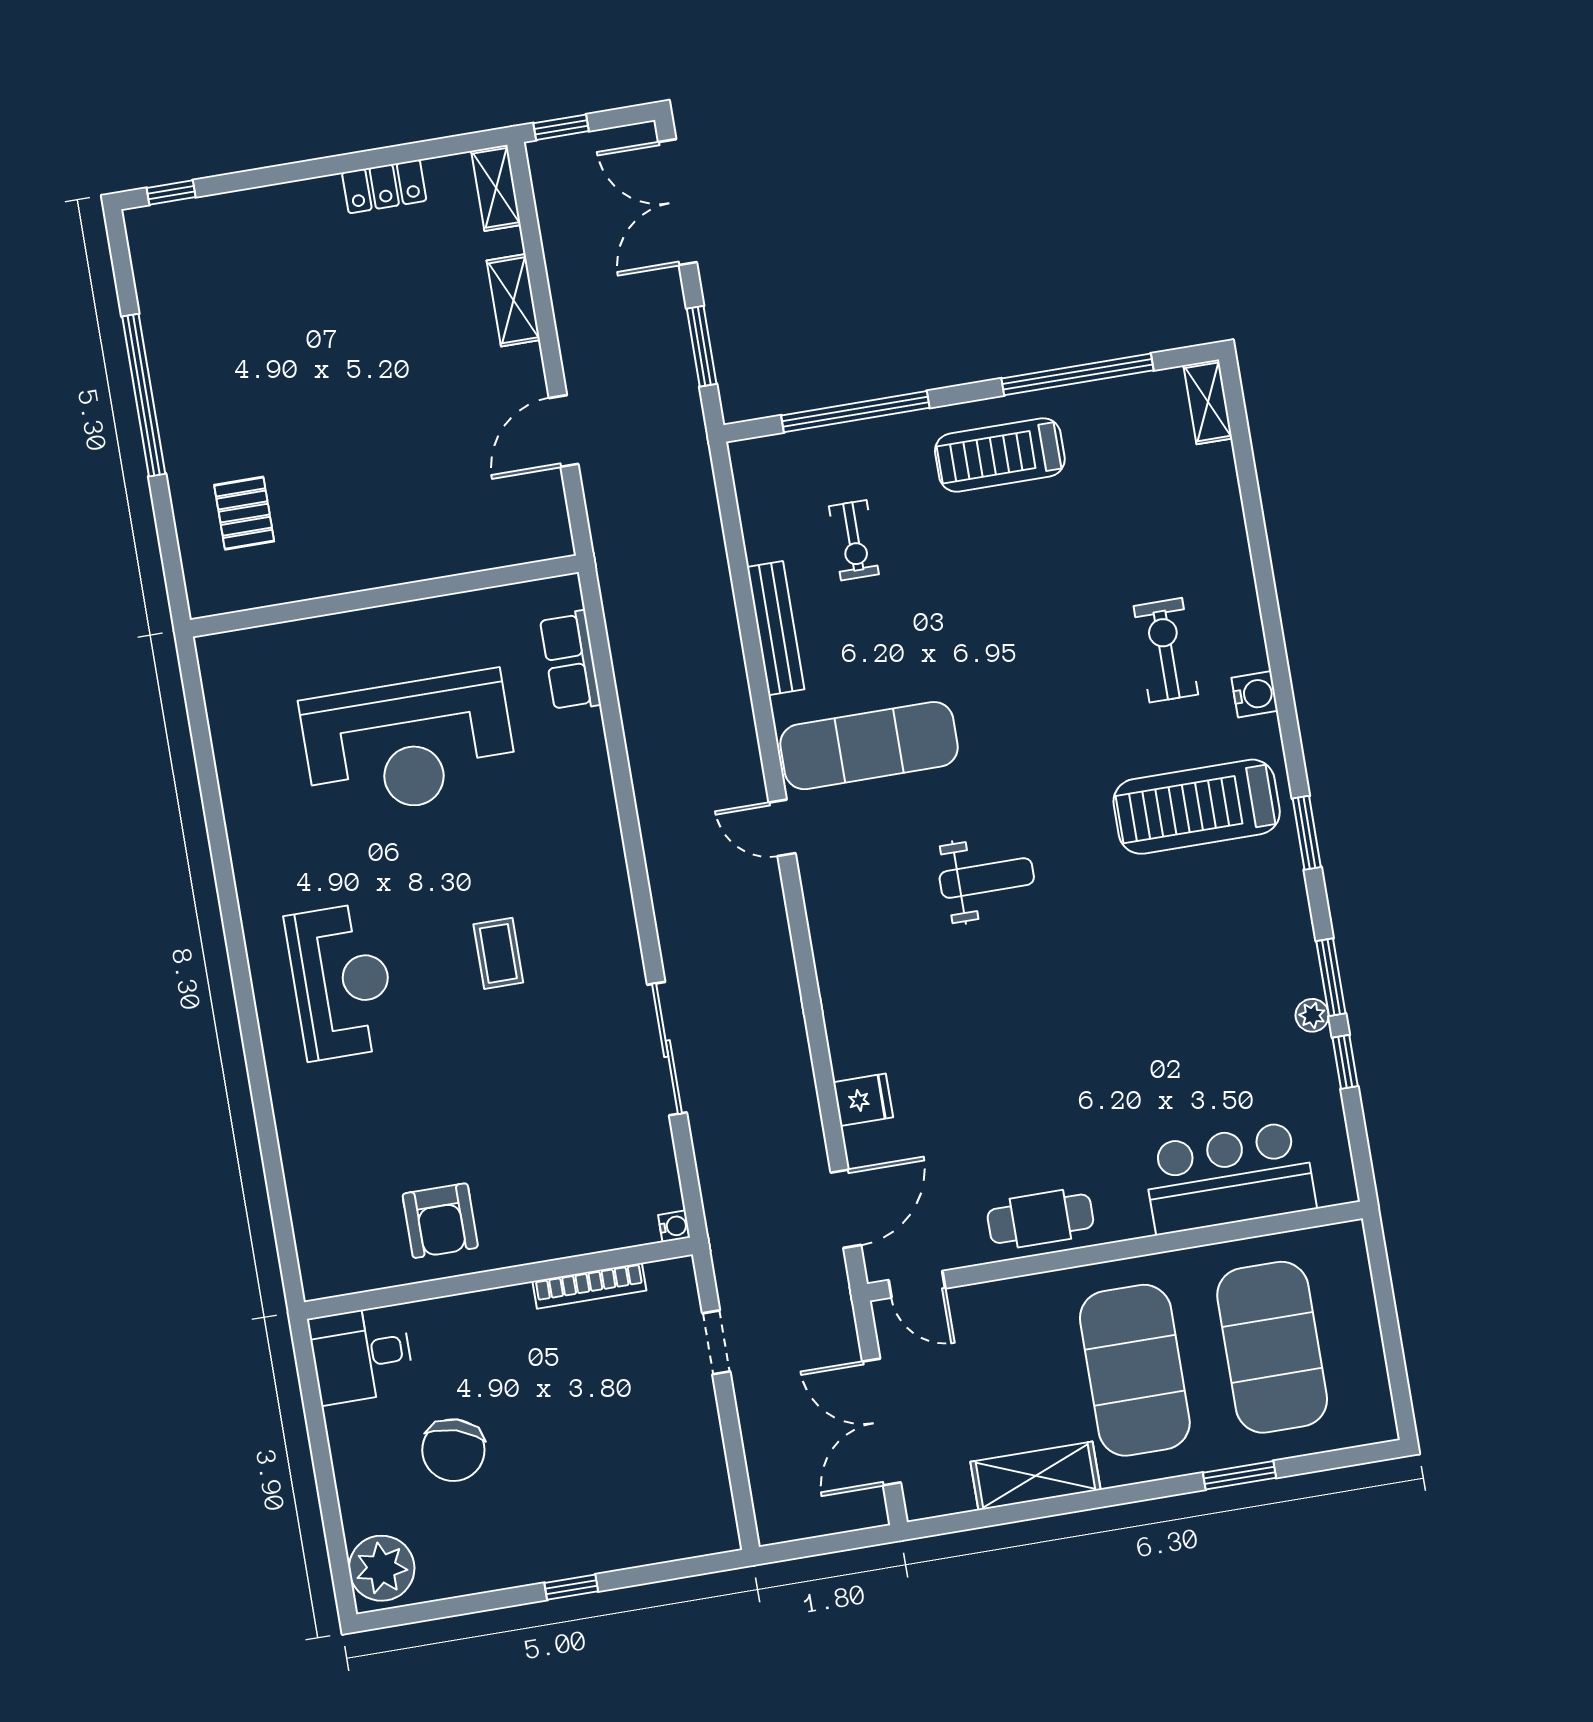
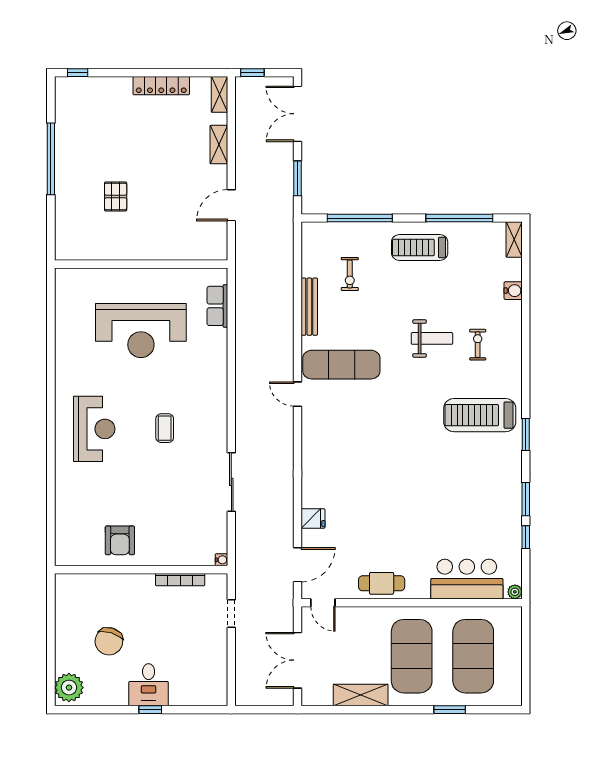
locker: (384, 187) -> (161, 86), width x1.53
pallet: (244, 513) -> (116, 196), moved
exercise bike: (1166, 650) -> (478, 345), width x0.73, depth x0.72
water cooler: (1255, 694) -> (513, 291), moved
weight bench: (987, 878) -> (432, 338), moved
plant: (1312, 1015) -> (515, 592), moved
desk: (361, 1355) -> (149, 685), moved, turned -90

